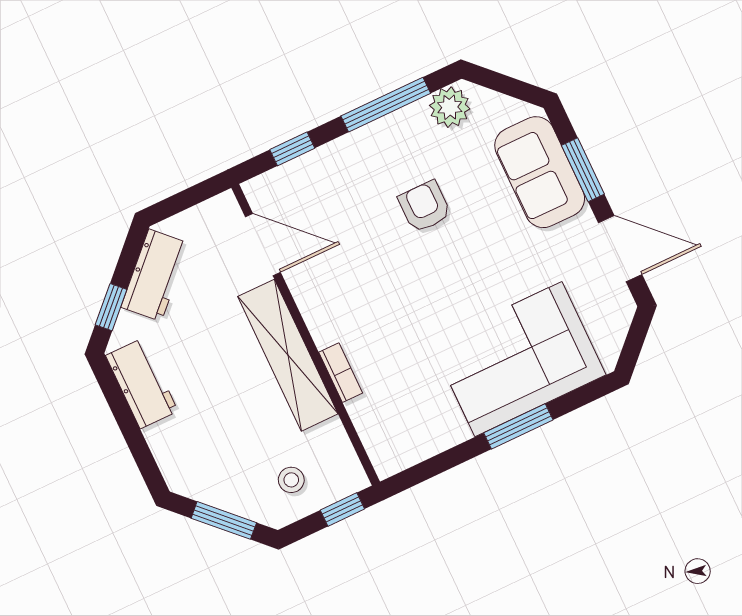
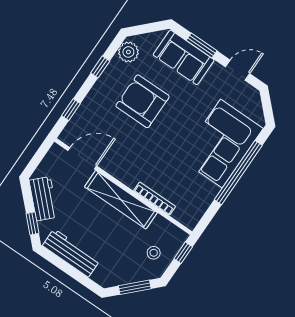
window: (386, 105) -> (100, 67), width x0.46
armchair: (425, 207) -> (143, 101), width x1.88, depth x1.88
door: (620, 249) -> (238, 70), width x0.73
bookcase: (341, 373) -> (155, 199), width x1.56
workbench: (142, 383) -> (71, 253), width x1.38
window: (518, 426) -> (238, 173), width x2.11

